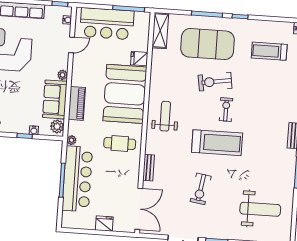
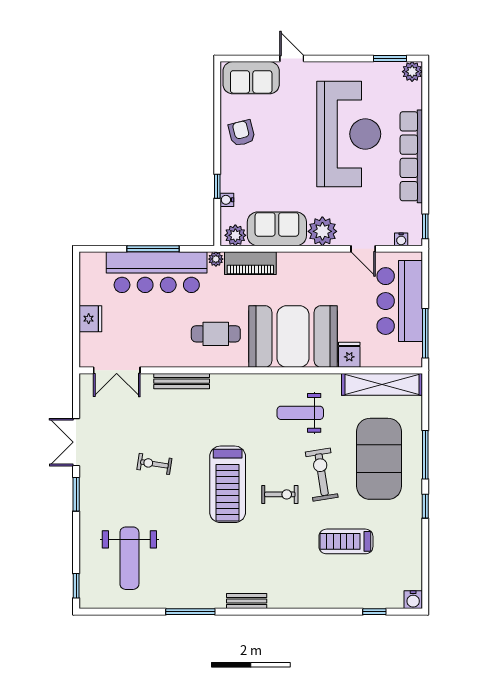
shelving: (160, 31) -> (382, 384), width x1.47
treadmill: (269, 51) -> (346, 541), moved, turned -90
plant: (63, 75) -> (322, 231), width x1.88, depth x1.88
piano: (77, 103) -> (250, 263), moved
weight bench: (165, 116) -> (300, 413), moved, turned 180
cafe table: (120, 143) -> (216, 334), turned 90
bench: (149, 168) -> (182, 381), width x1.36
exercise bike: (201, 189) -> (154, 464), width x0.73, depth x0.72
double door: (139, 209) -> (117, 370), width x0.73

